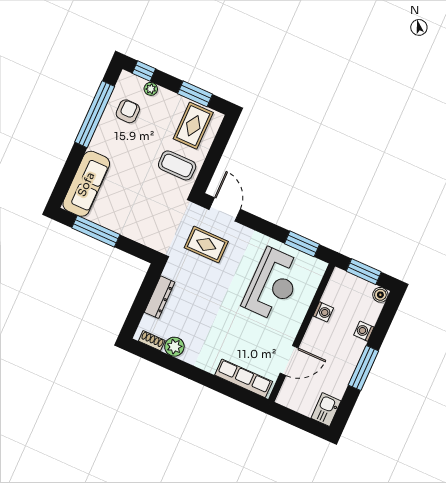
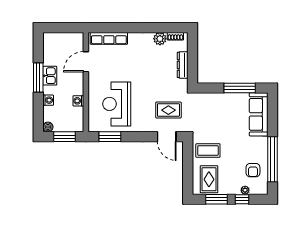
window: (144, 71) -> (242, 199), moved
kitchen sink: (326, 410) -> (50, 76), moved

